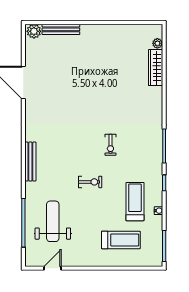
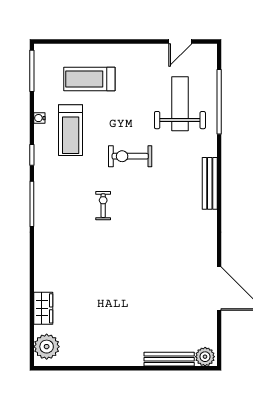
plant: (157, 43) -> (47, 347), width x1.88, depth x1.88
wardrobe: (156, 68) -> (43, 308), width x0.67
exercise bike: (90, 182) -> (130, 156), width x1.38, depth x1.39
weight bench: (53, 221) -> (180, 104), turned 180

